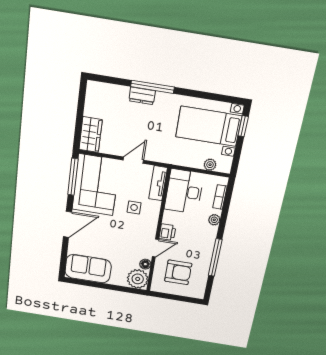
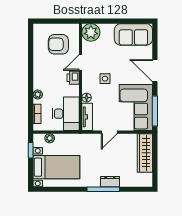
window: (243, 126) -> (31, 150), moved
wardrobe: (91, 135) -> (145, 153), width x1.50
side table: (134, 207) -> (105, 79), moved
door: (67, 224) -> (155, 71), hinge flipped
window: (215, 258) -> (31, 63), removed
floor lamp: (145, 264) -> (87, 98), moved

